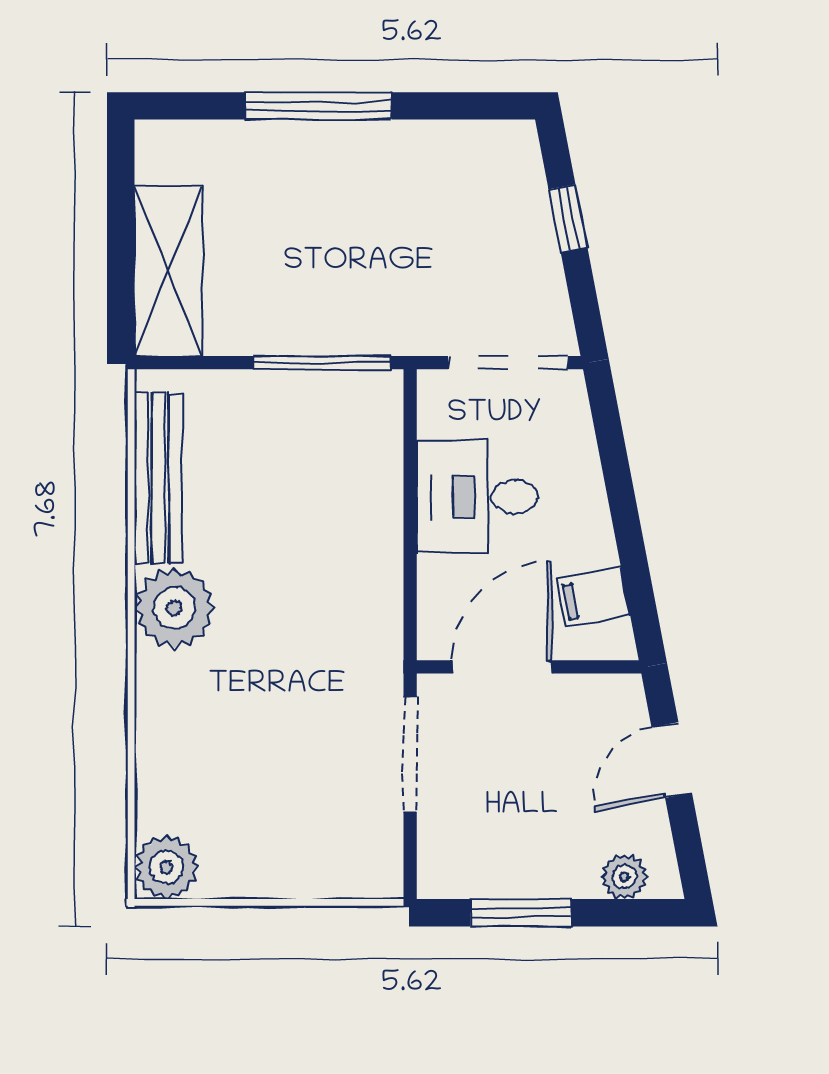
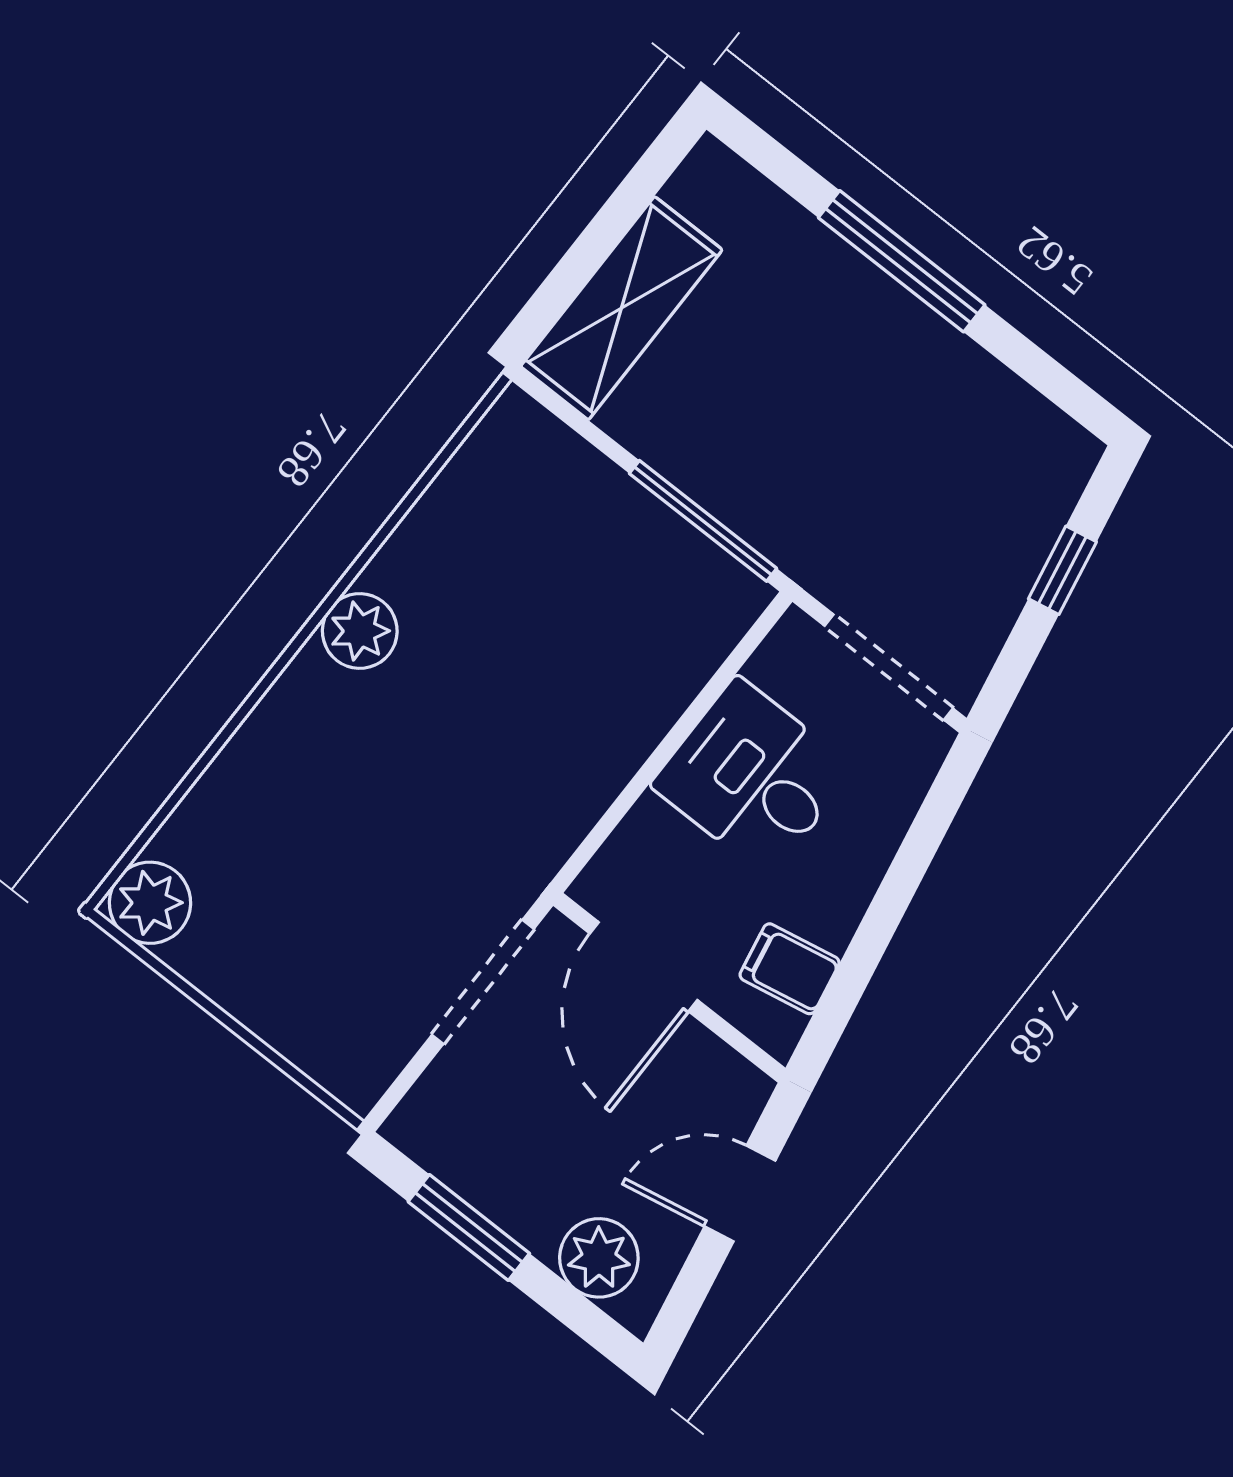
bench: (158, 478) -> (448, 507), removed
plant: (174, 608) -> (360, 631), width x0.73, depth x0.73
door: (502, 667) -> (644, 967), swing flipped
plant: (624, 877) -> (599, 1258), width x1.38, depth x1.38

